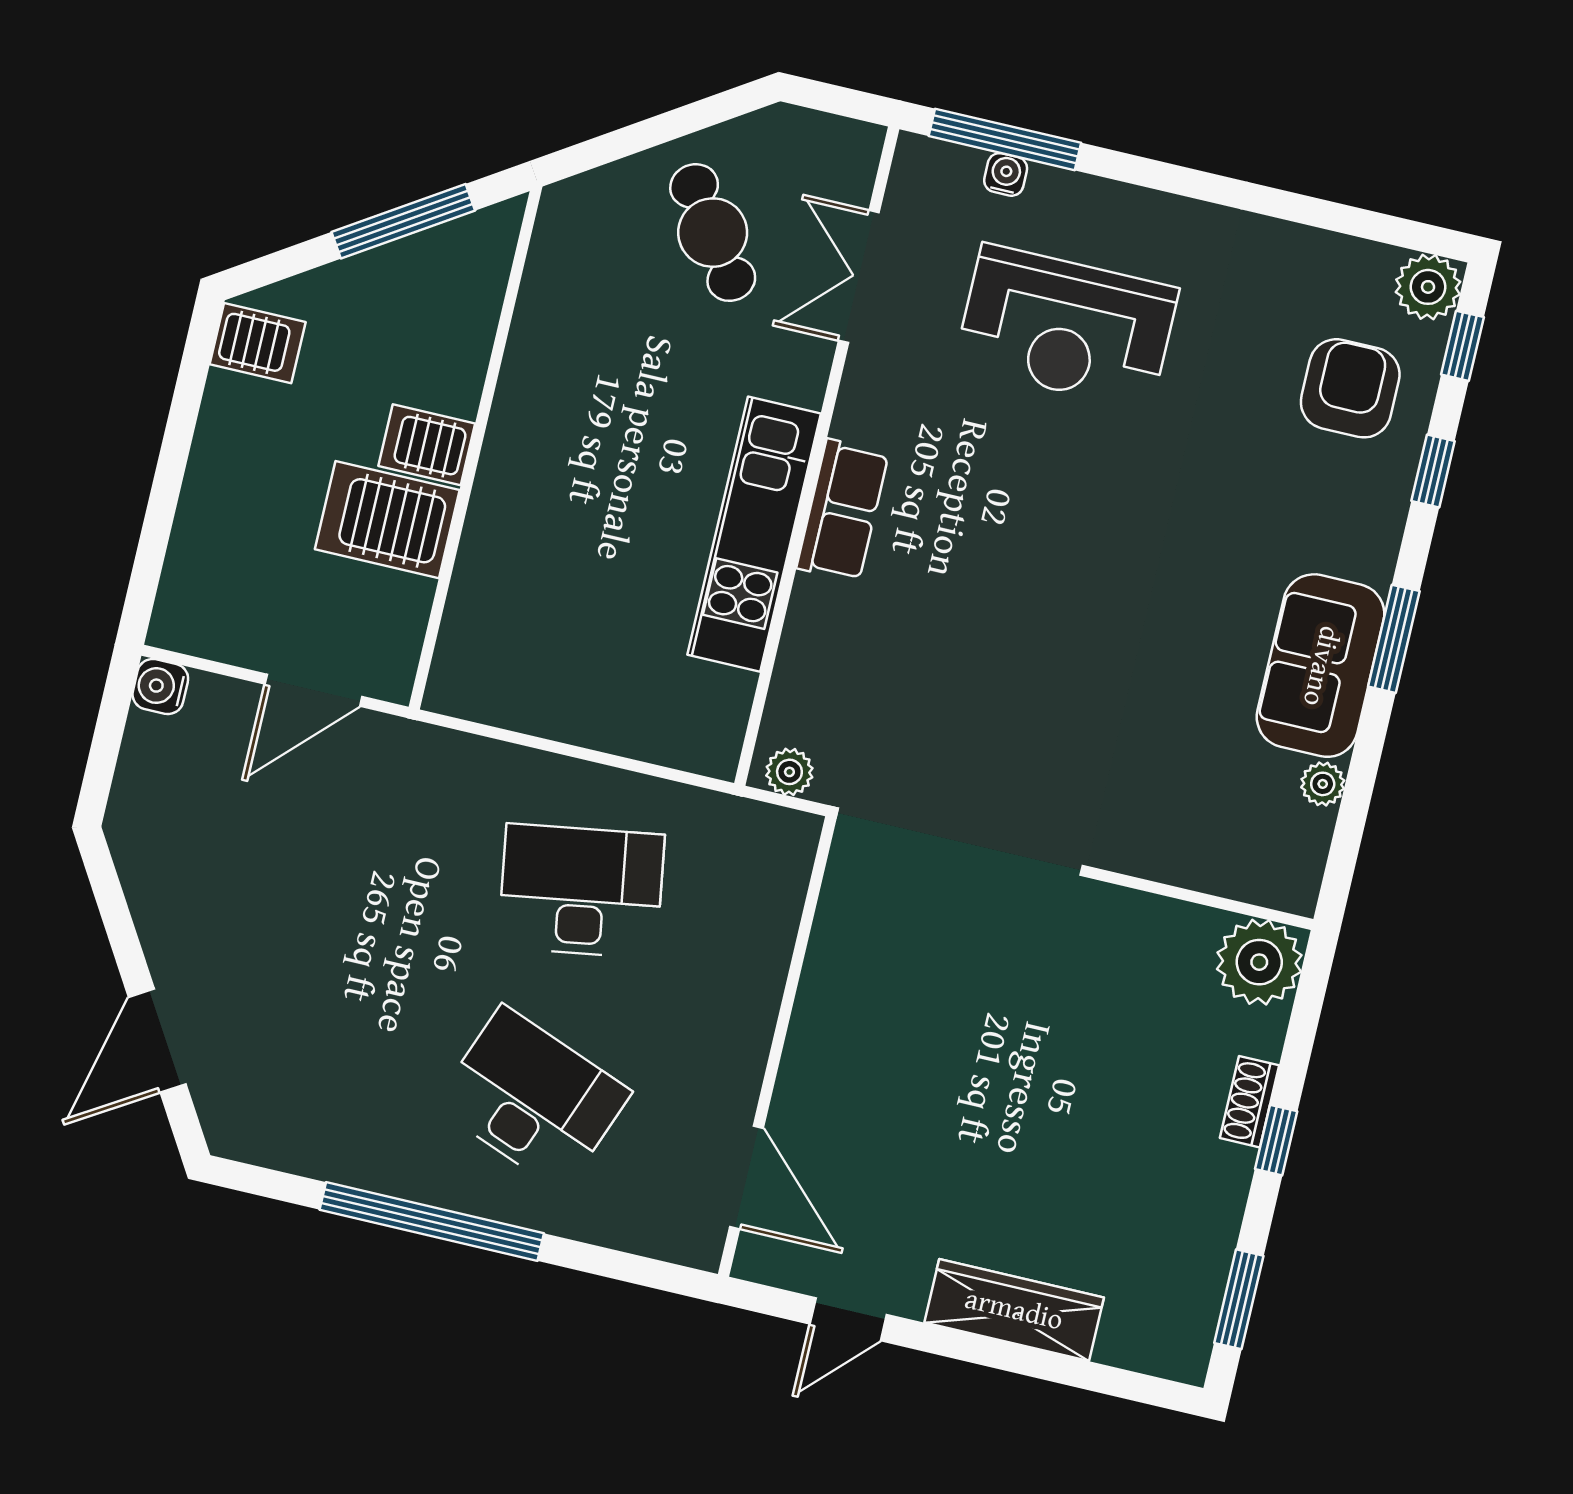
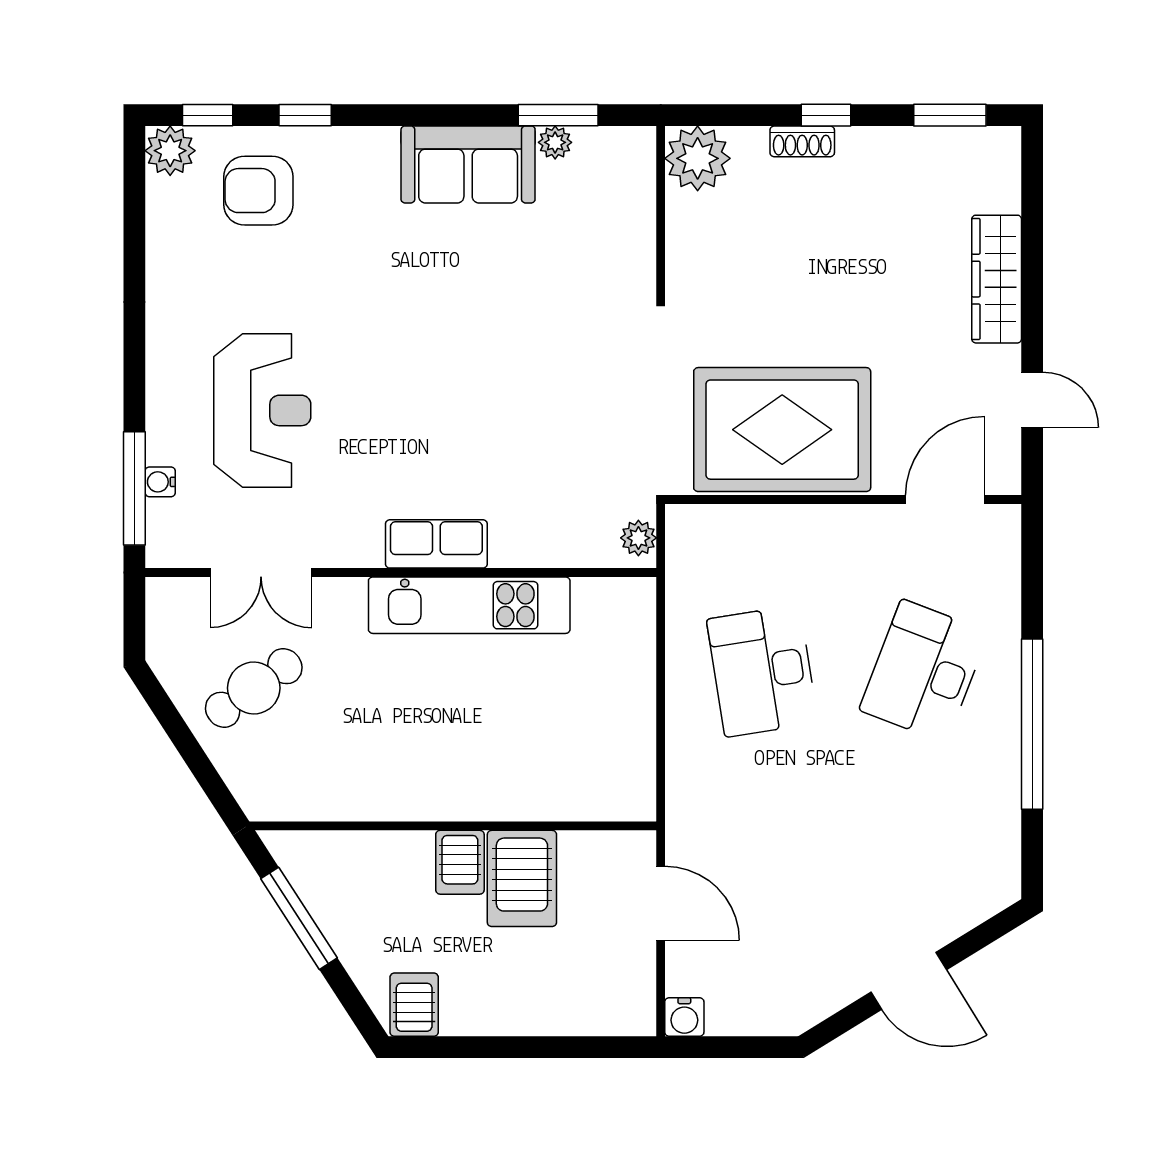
window: (1394, 639) -> (558, 115), moved
rug: (885, 989) -> (782, 430), added
door: (157, 1041) -> (909, 981), moved

